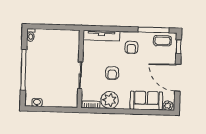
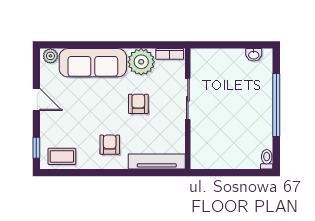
window: (154, 30) -> (76, 173), removed
door: (178, 78) -> (36, 99), width x0.53
sofa: (146, 101) -> (93, 63), width x1.36

